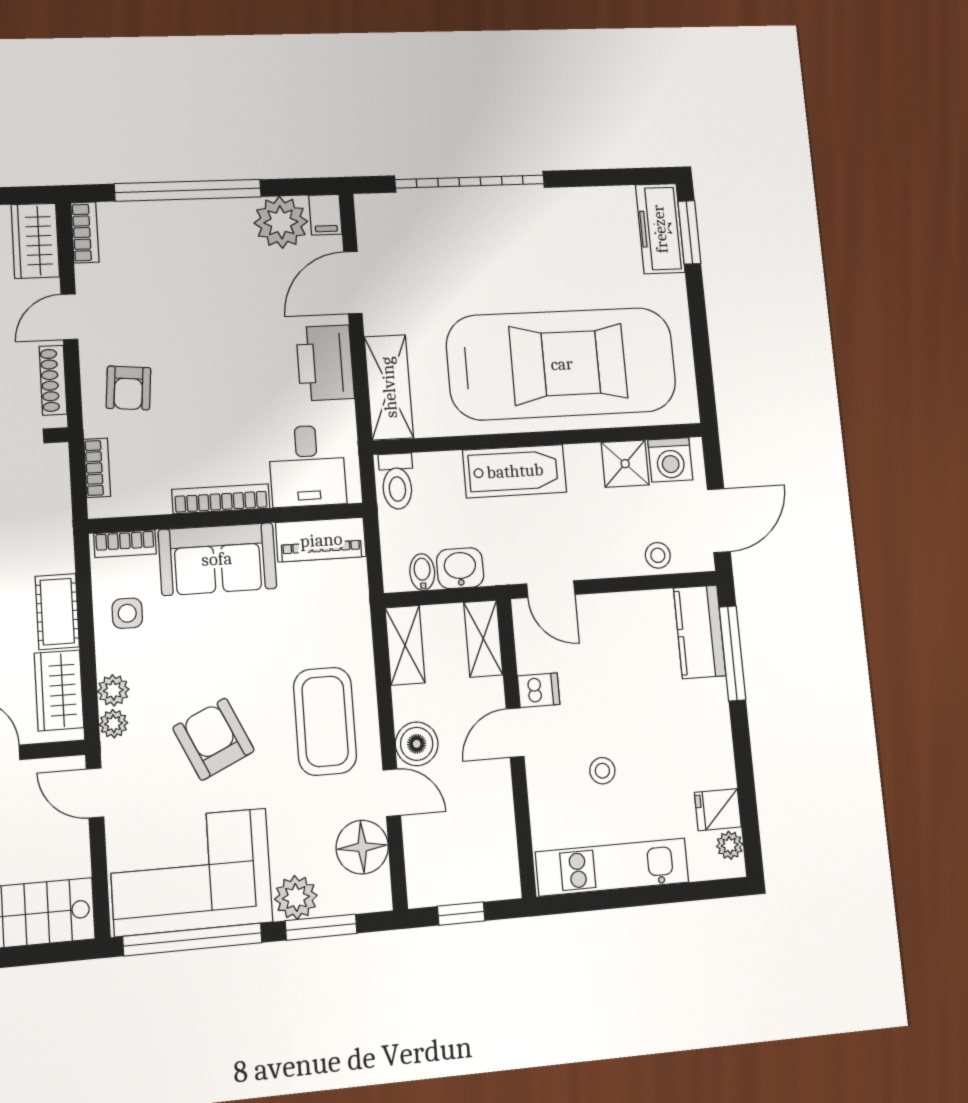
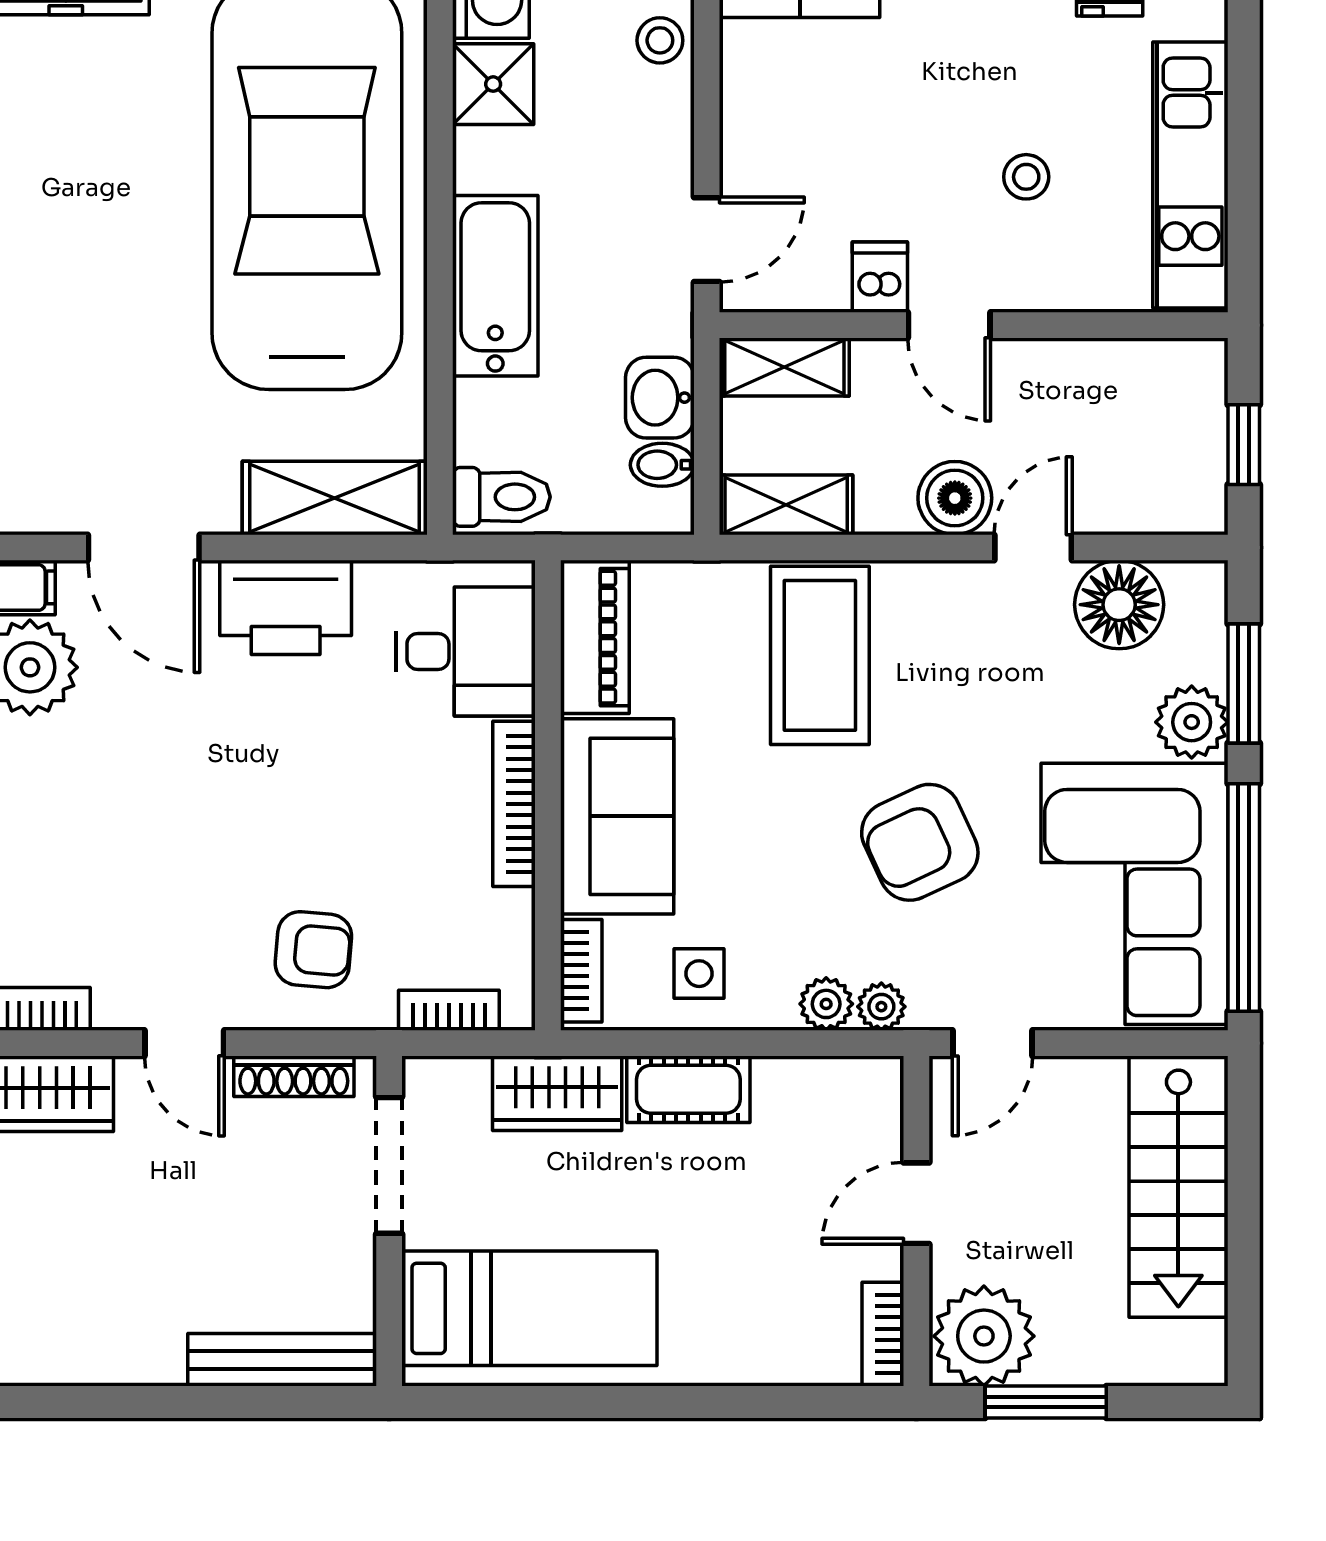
wardrobe: (59, 690) -> (557, 1093), moved
coffee table: (325, 721) -> (820, 655), moved, turned 90

